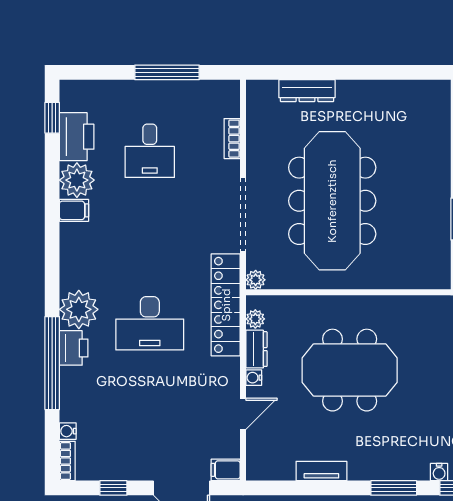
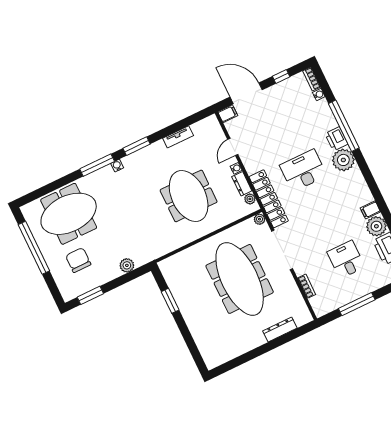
meeting table: (350, 370) -> (189, 196), turned 90

